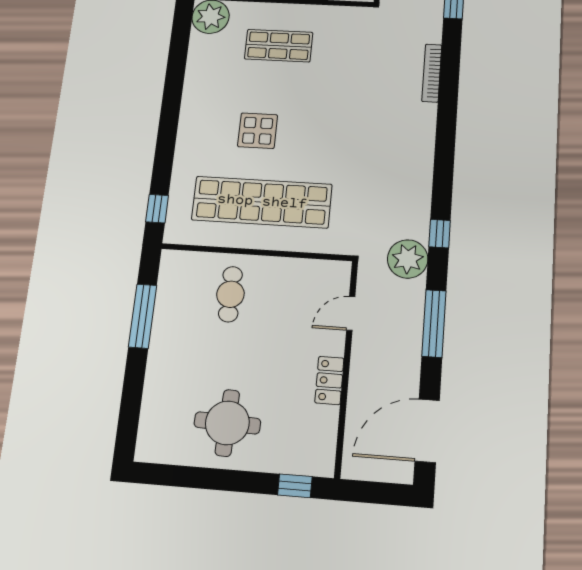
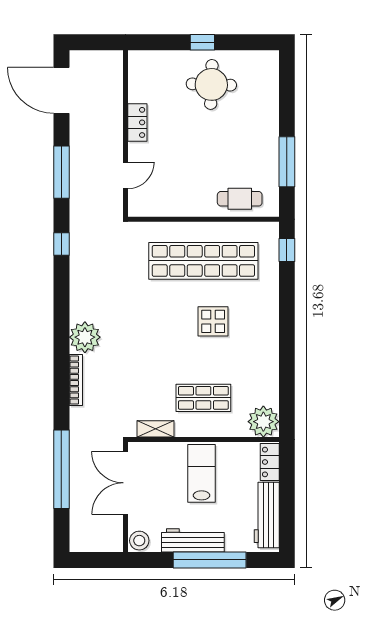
shelving: (339, 15) -> (156, 429), added
plant: (408, 259) -> (85, 337), moved
cafe table: (230, 294) -> (240, 199), moved, turned 90
door: (427, 431) -> (61, 90), swing flipped
window: (295, 486) -> (202, 42), moved

